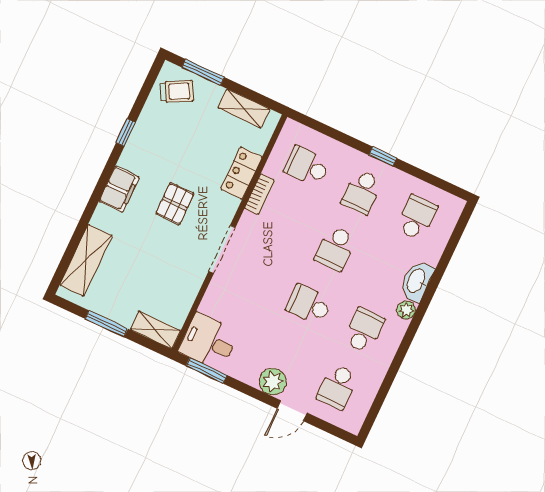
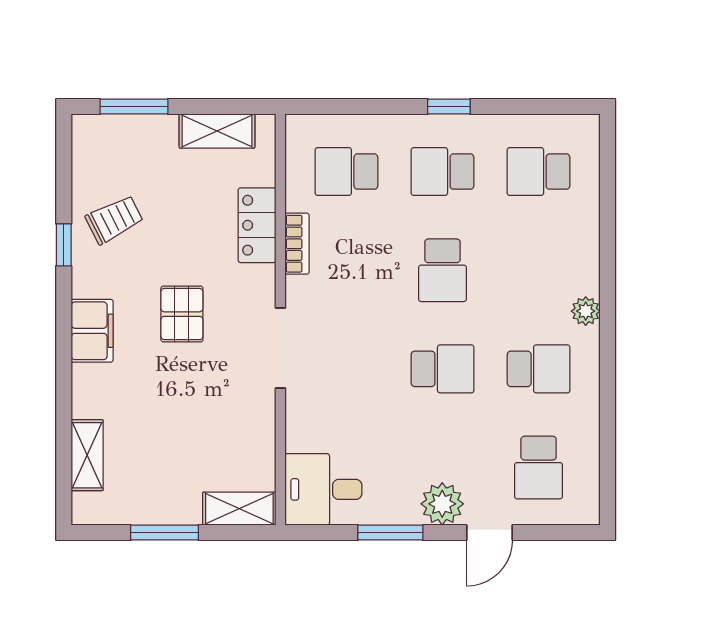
trolley: (177, 91) -> (114, 220), moved
school desk: (362, 192) -> (442, 172), turned 90
school desk: (417, 218) -> (539, 172), turned -90
shelving: (86, 260) -> (87, 455), width x0.67, depth x0.75
washbasin: (417, 281) -> (581, 263), removed
school desk: (309, 305) -> (442, 369), turned 180
school desk: (364, 330) -> (539, 369), turned 90
window: (207, 371) -> (390, 532), moved

